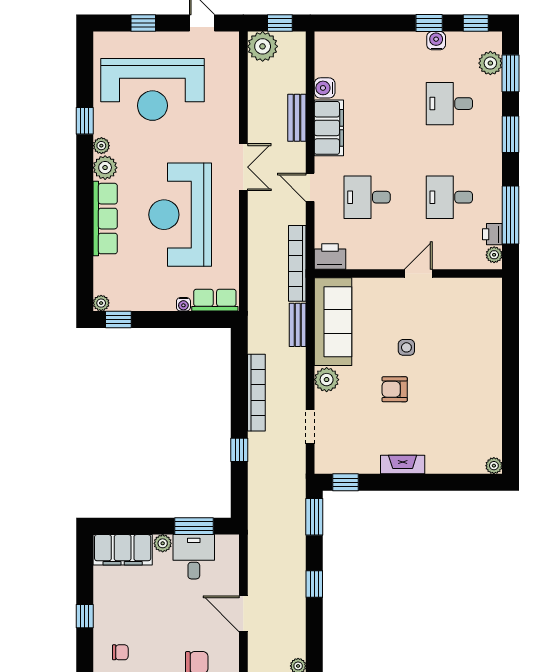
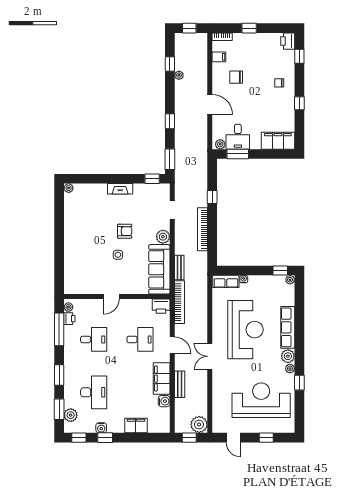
filing cabinet: (374, 45) -> (136, 425), added
desk: (449, 104) -> (94, 392), width x1.37
plant: (163, 543) -> (220, 144), moved

